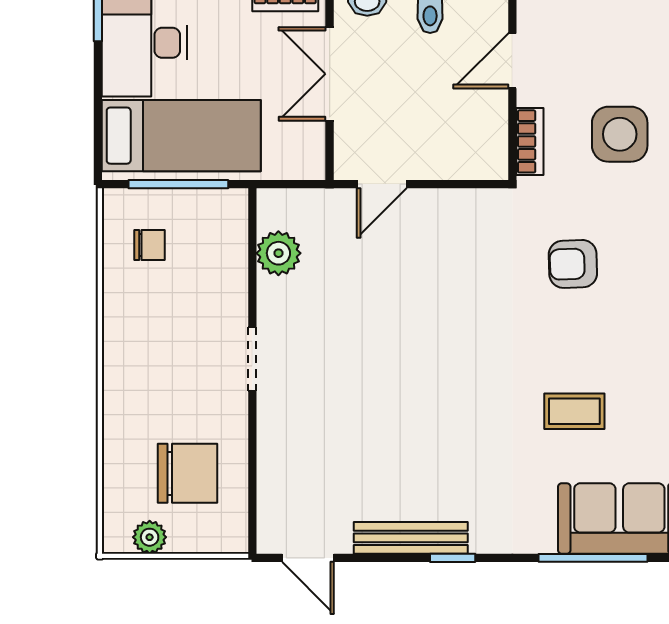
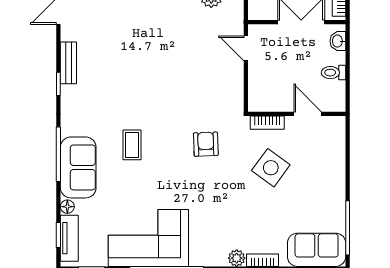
side table: (620, 134) -> (271, 168), turned 36
bench: (411, 538) -> (68, 63), width x0.73

